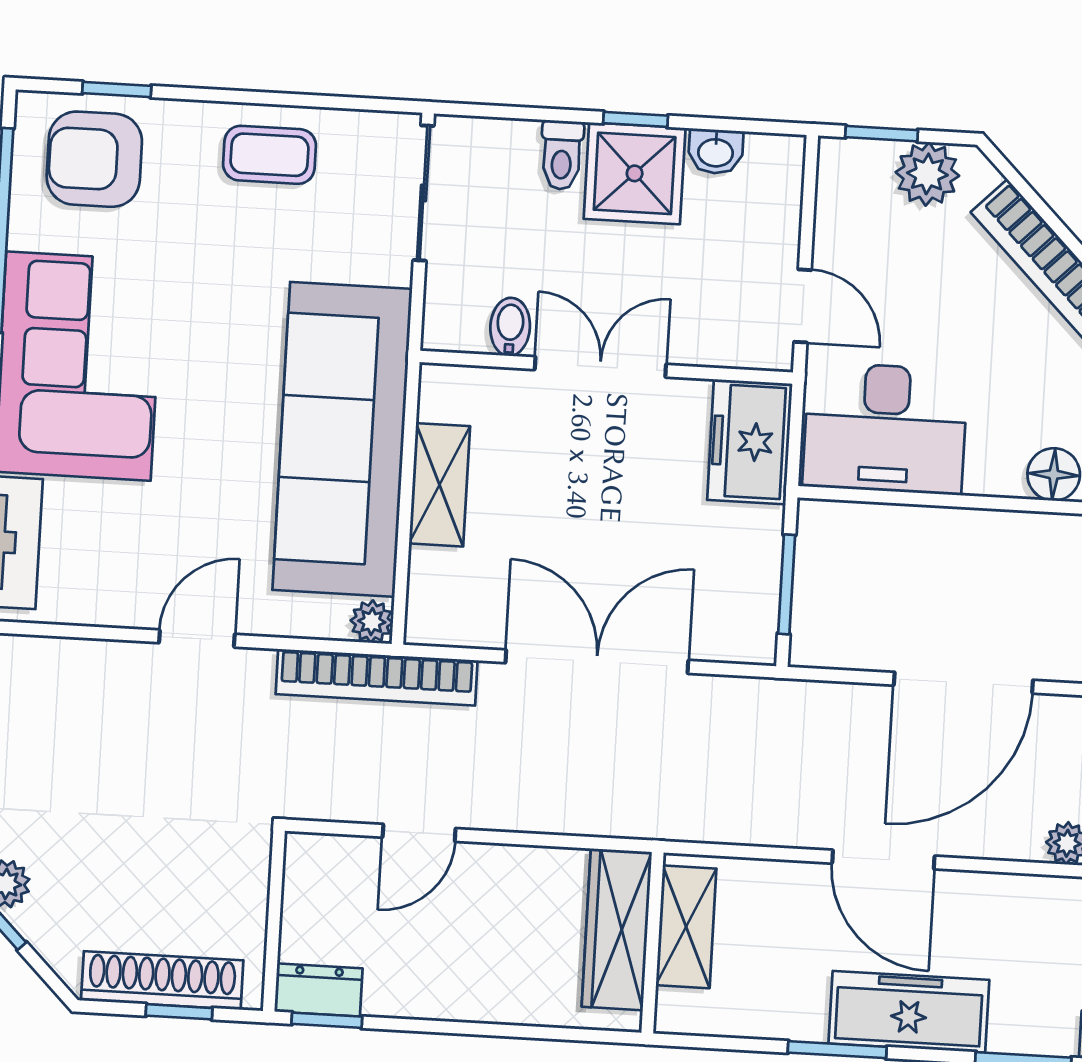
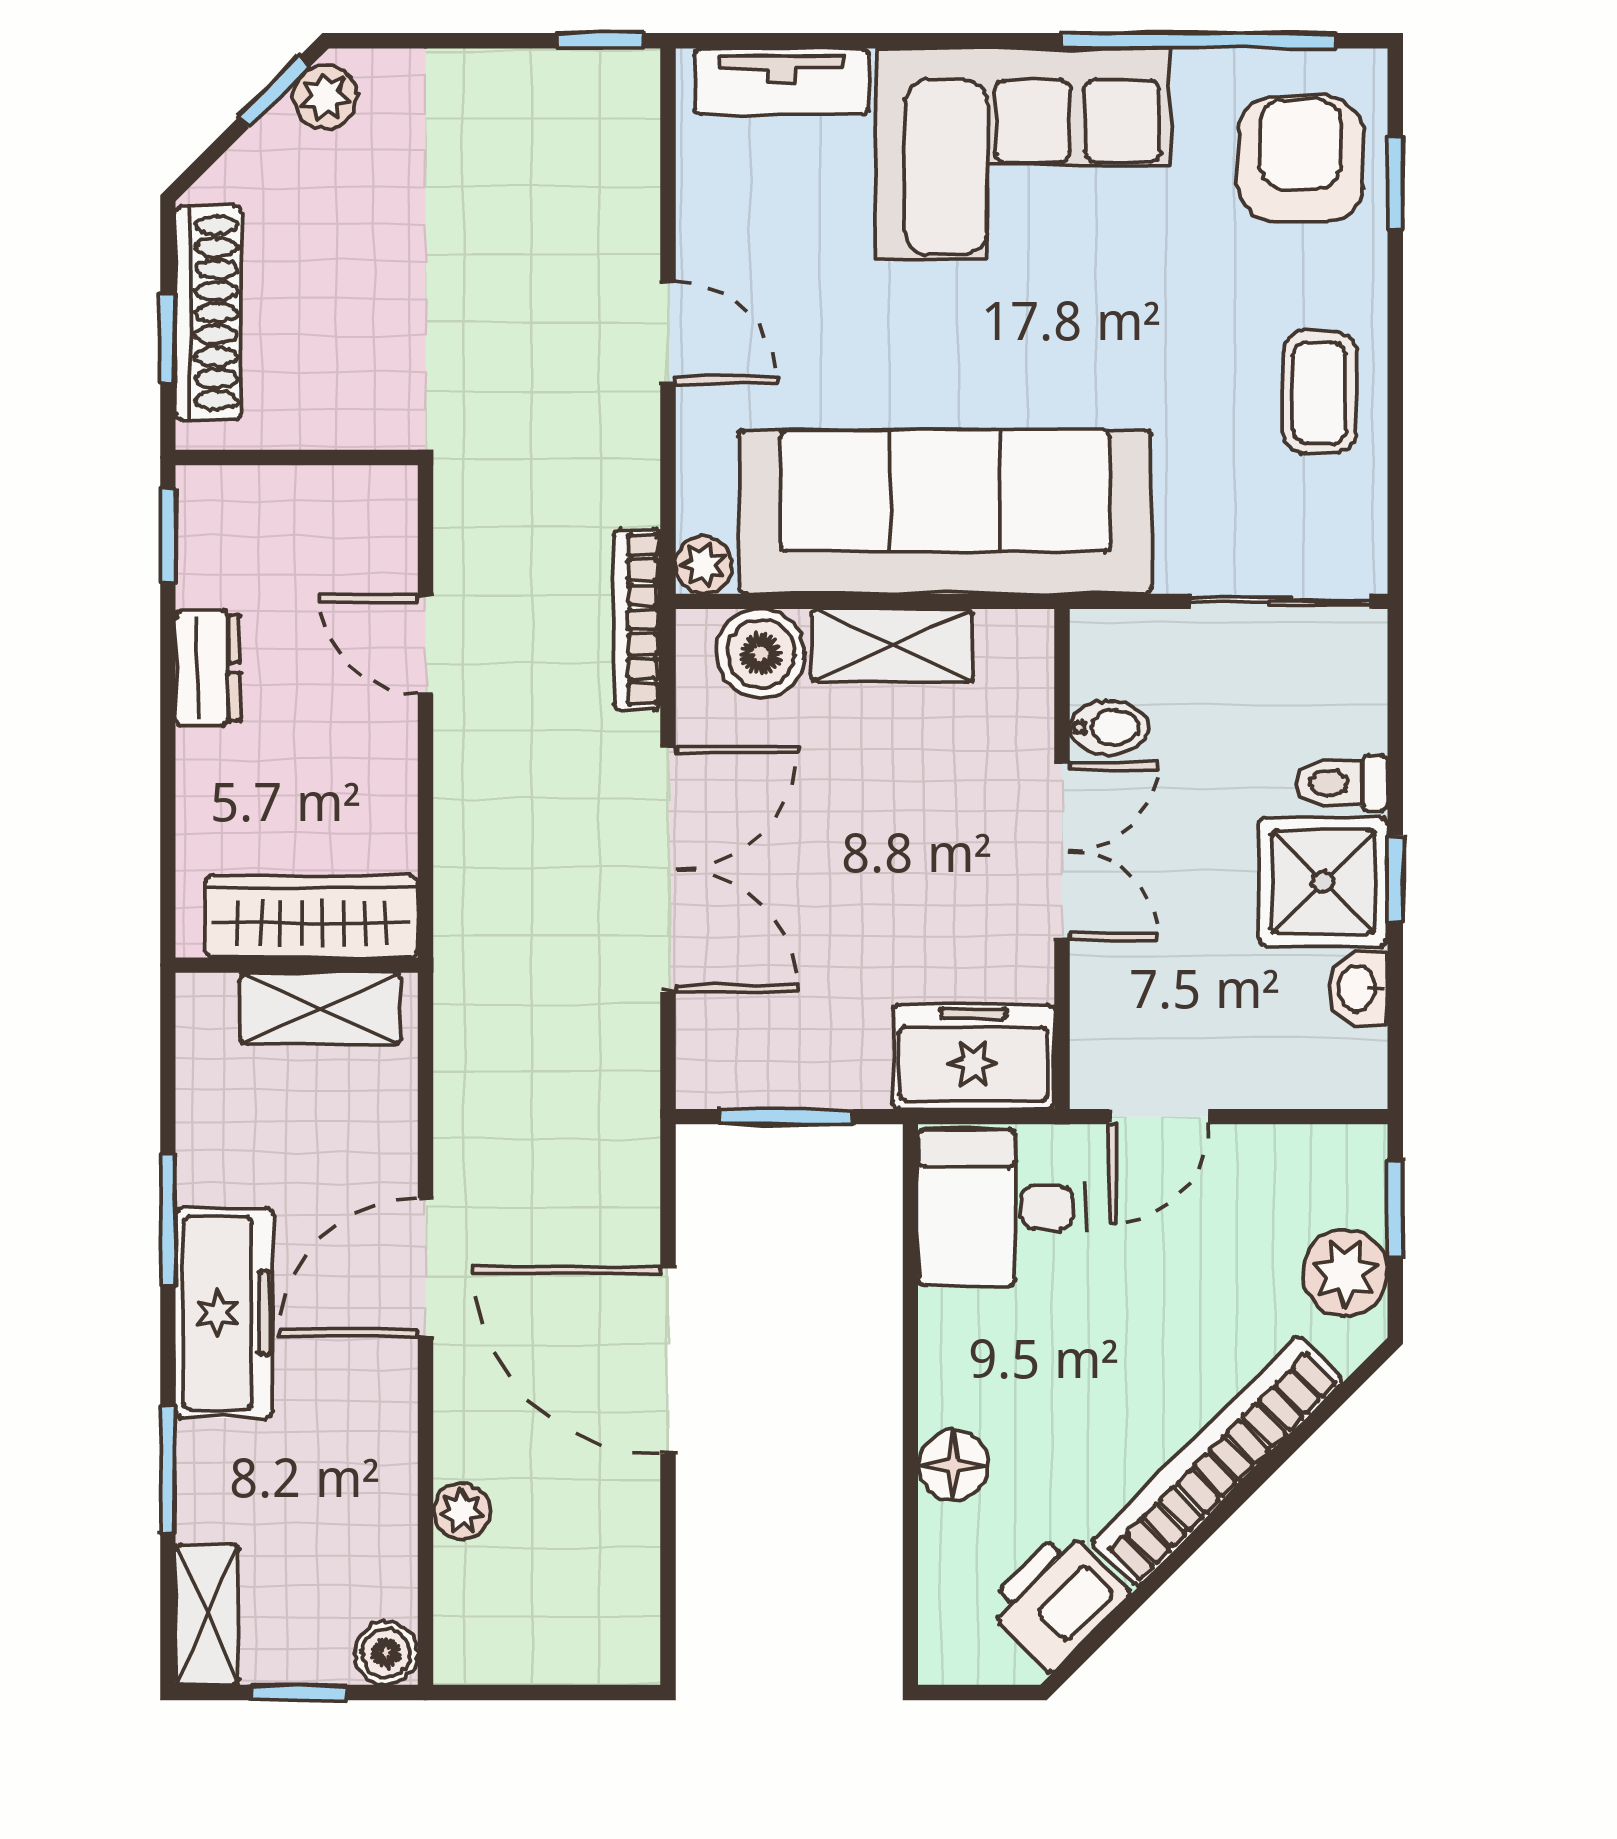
desk: (885, 428) -> (1002, 1207), width x0.73
boiler: (440, 583) -> (761, 653), added
bookcase: (377, 677) -> (637, 619), width x0.68, depth x0.76
dresser: (318, 990) -> (208, 668), moved

